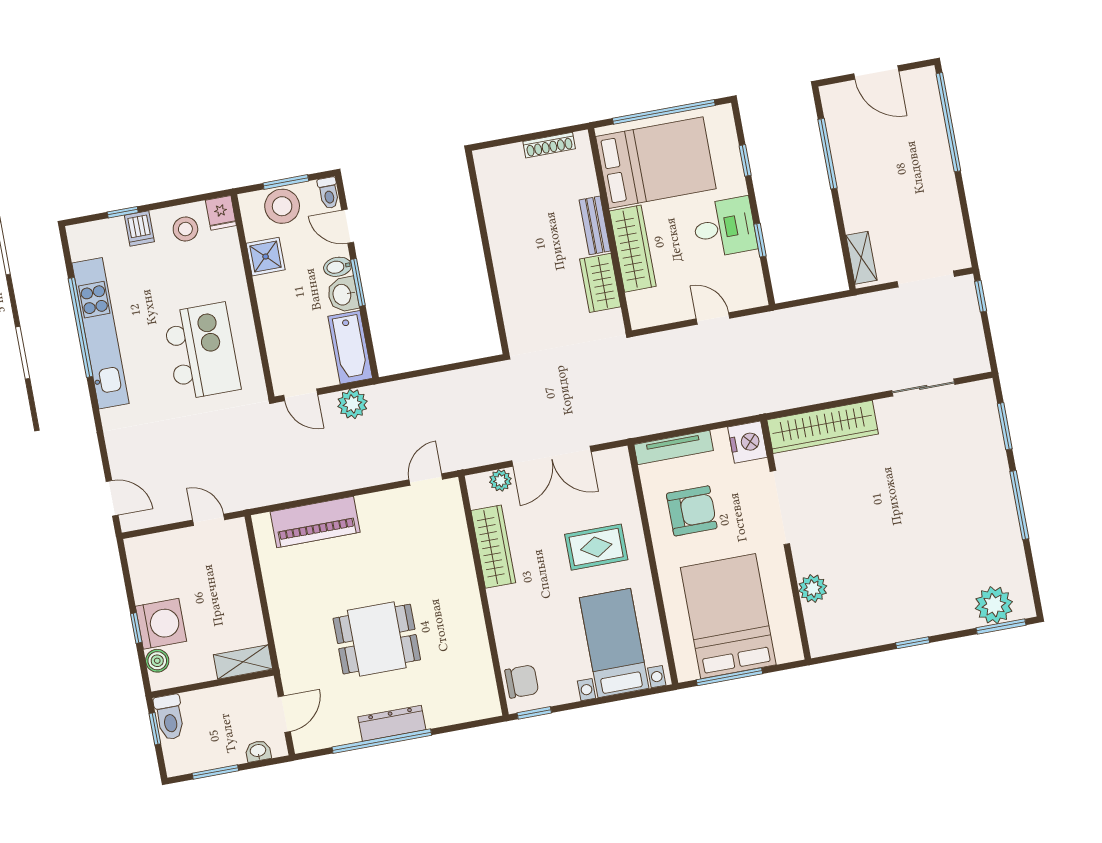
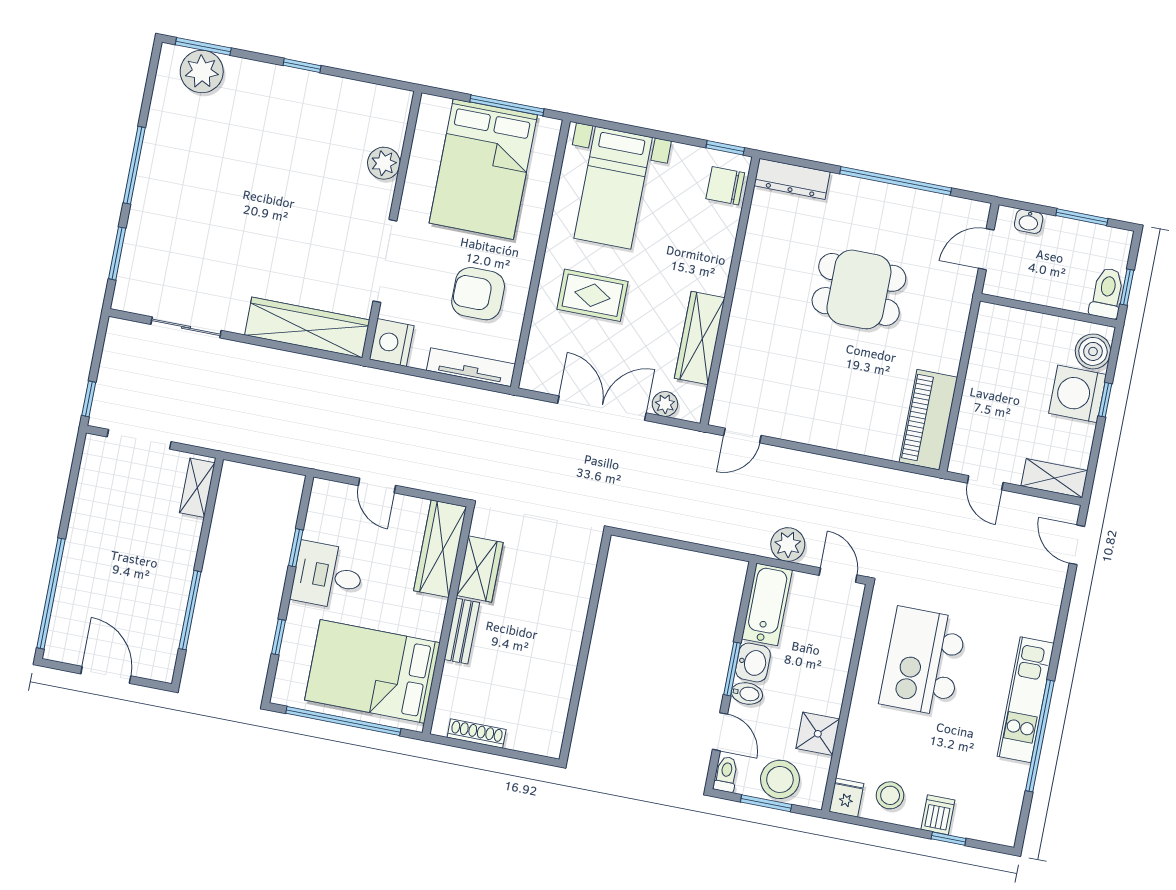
wardrobe: (633, 249) -> (440, 549), moved
kitchen unit: (100, 333) -> (1026, 700), width x0.73
piano: (315, 522) -> (928, 420), moved, turned -90
boiler: (157, 661) -> (1093, 351), width x1.36, depth x1.36
shelving: (243, 662) -> (1054, 478), moved
dresser: (392, 723) -> (792, 179), moved

